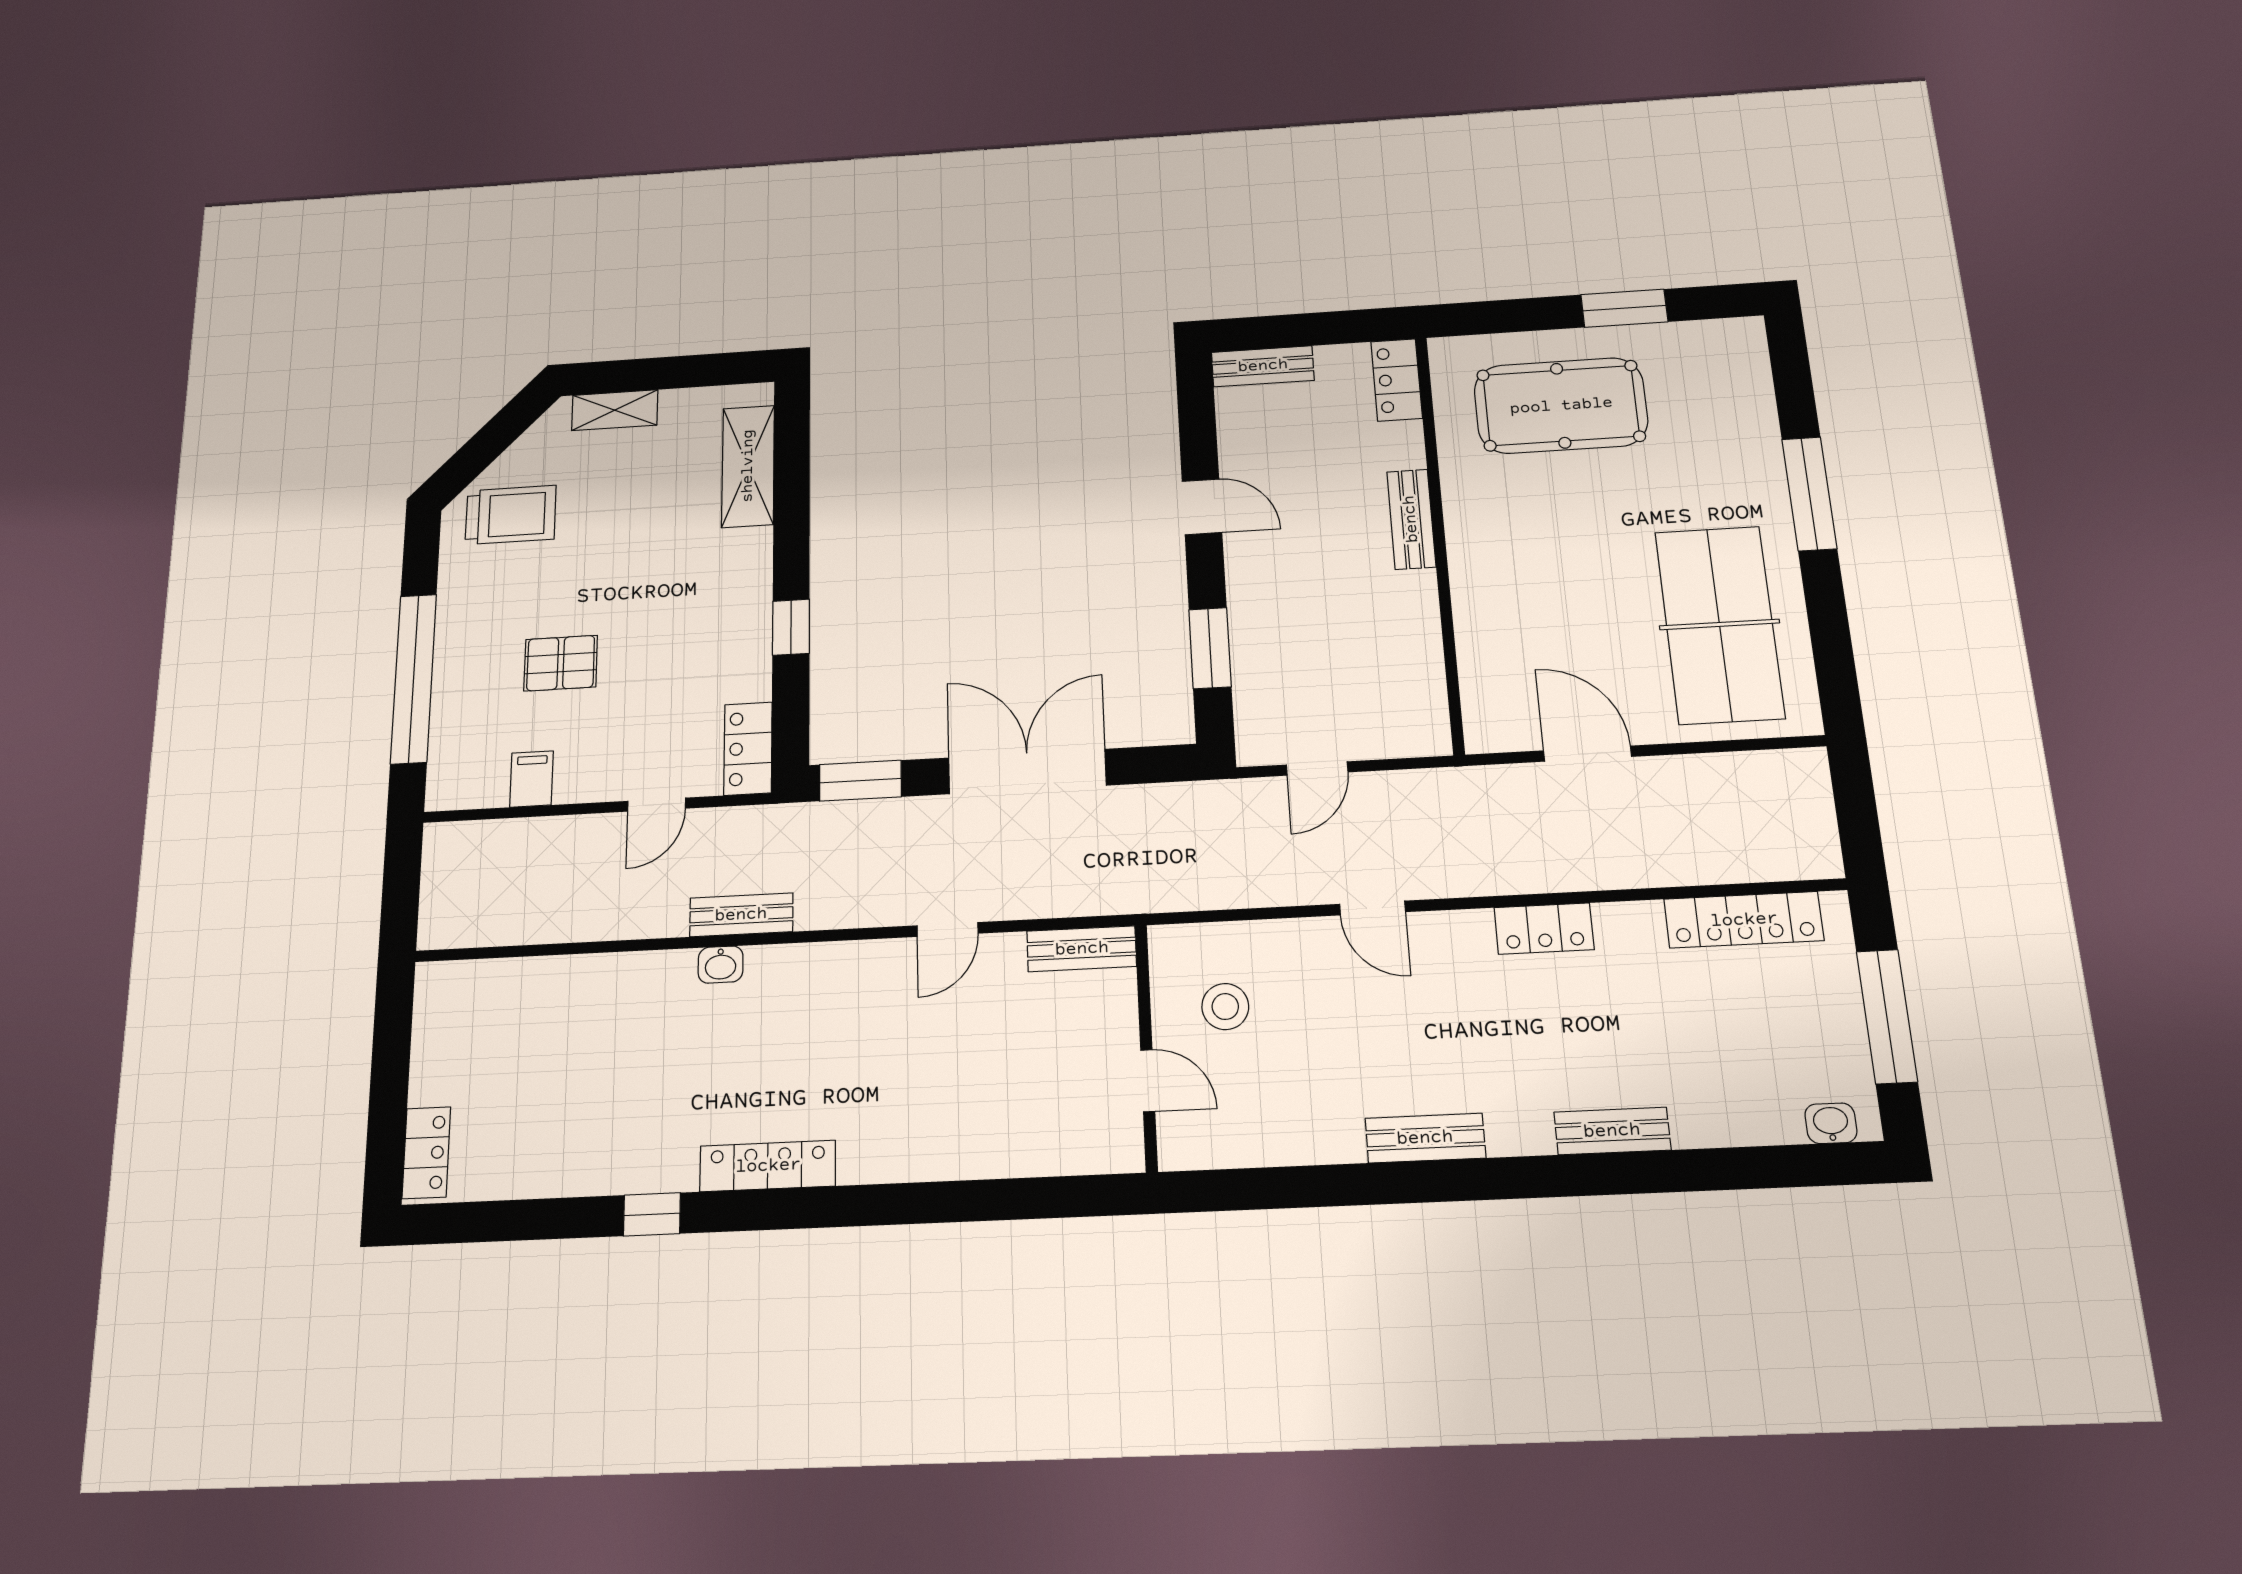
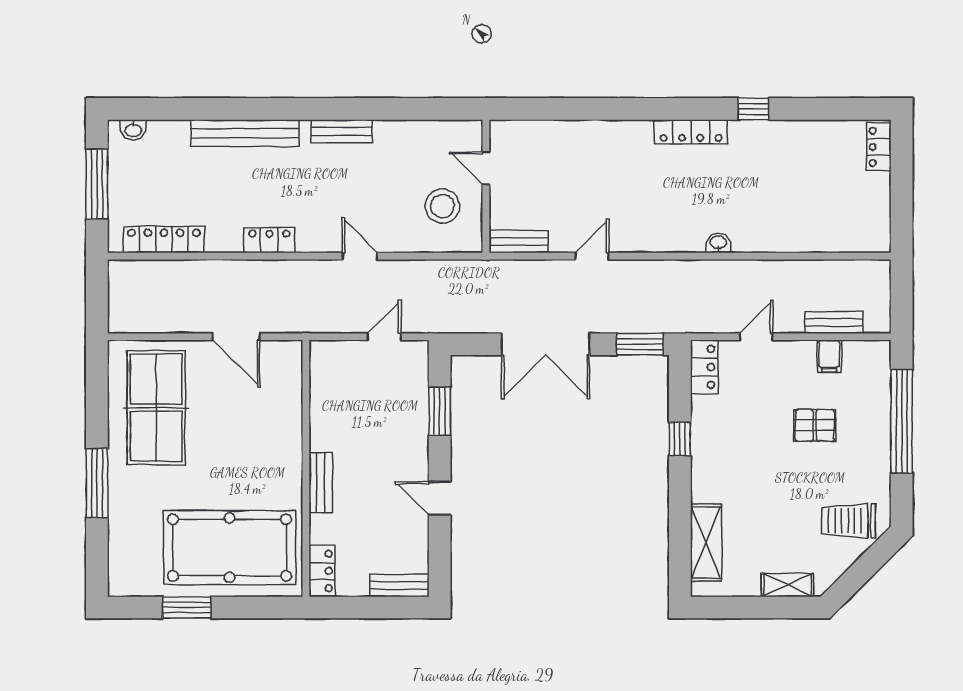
pool table: (1561, 406) -> (230, 548), width x1.36, depth x1.32
bench: (741, 915) -> (834, 322), moved
stool: (1225, 1007) -> (442, 206), width x1.38, depth x1.38
bench: (1612, 1131) -> (245, 133), width x1.86, depth x1.21

